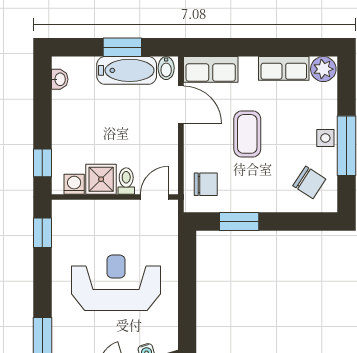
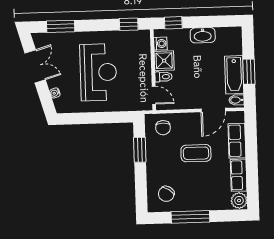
row of seats: (211, 69) -> (237, 141), moved
washbasin: (60, 79) -> (203, 35), moved, width x1.91, depth x1.45
side table: (325, 138) -> (195, 203), removed

